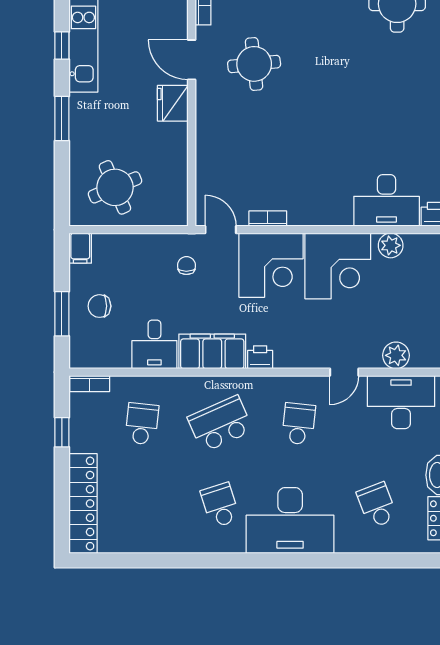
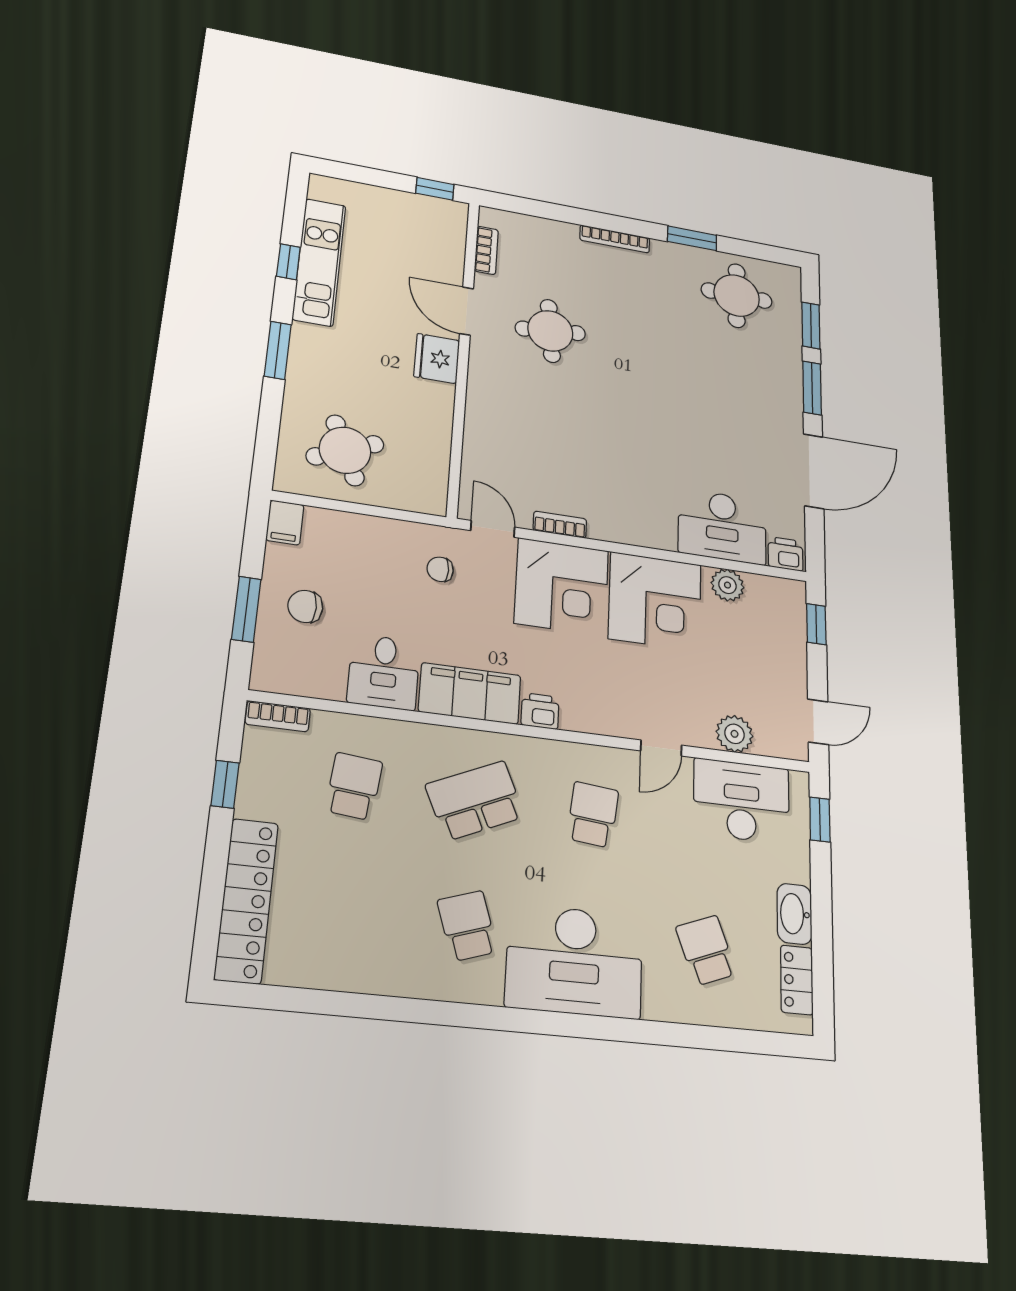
chair: (186, 266) -> (440, 569), turned -90

